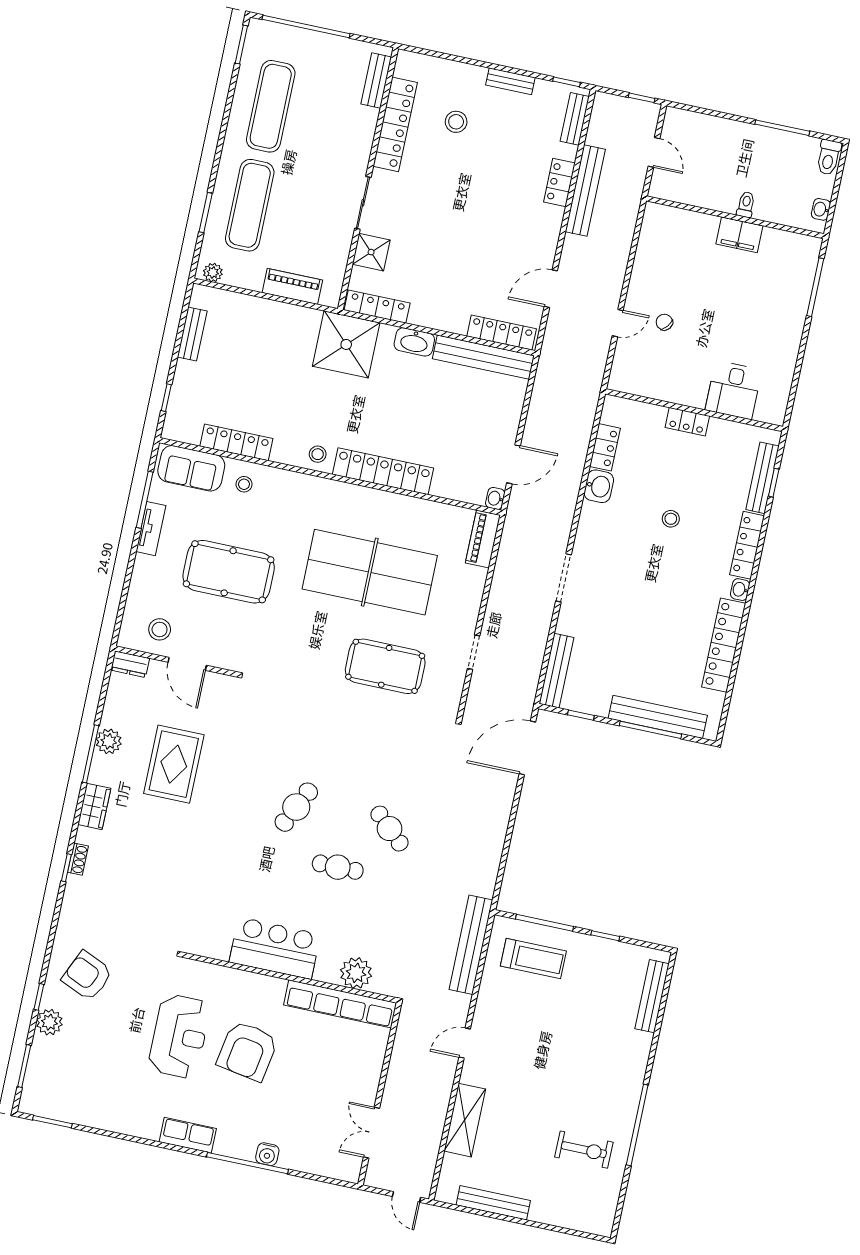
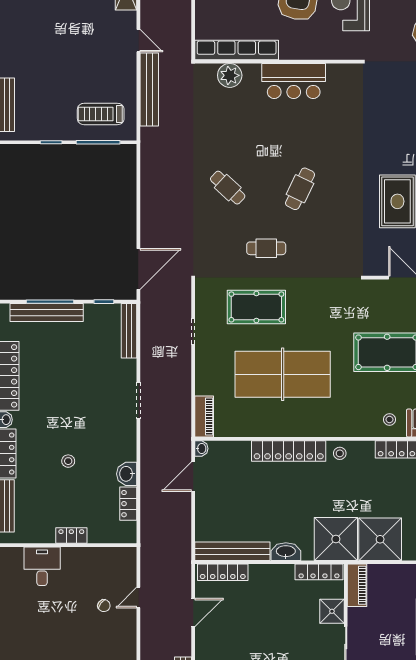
piano: (292, 286) -> (357, 585), moved, turned -90
shower: (289, 332) -> (380, 539), added
cafe table: (338, 867) -> (266, 248), moved
bench: (471, 945) -> (149, 90), moved
door: (465, 1043) -> (138, 41), hinge flipped

